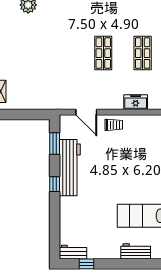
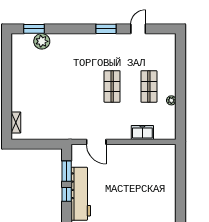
trolley: (114, 125) -> (122, 154), removed
window: (55, 184) -> (67, 194), moved

